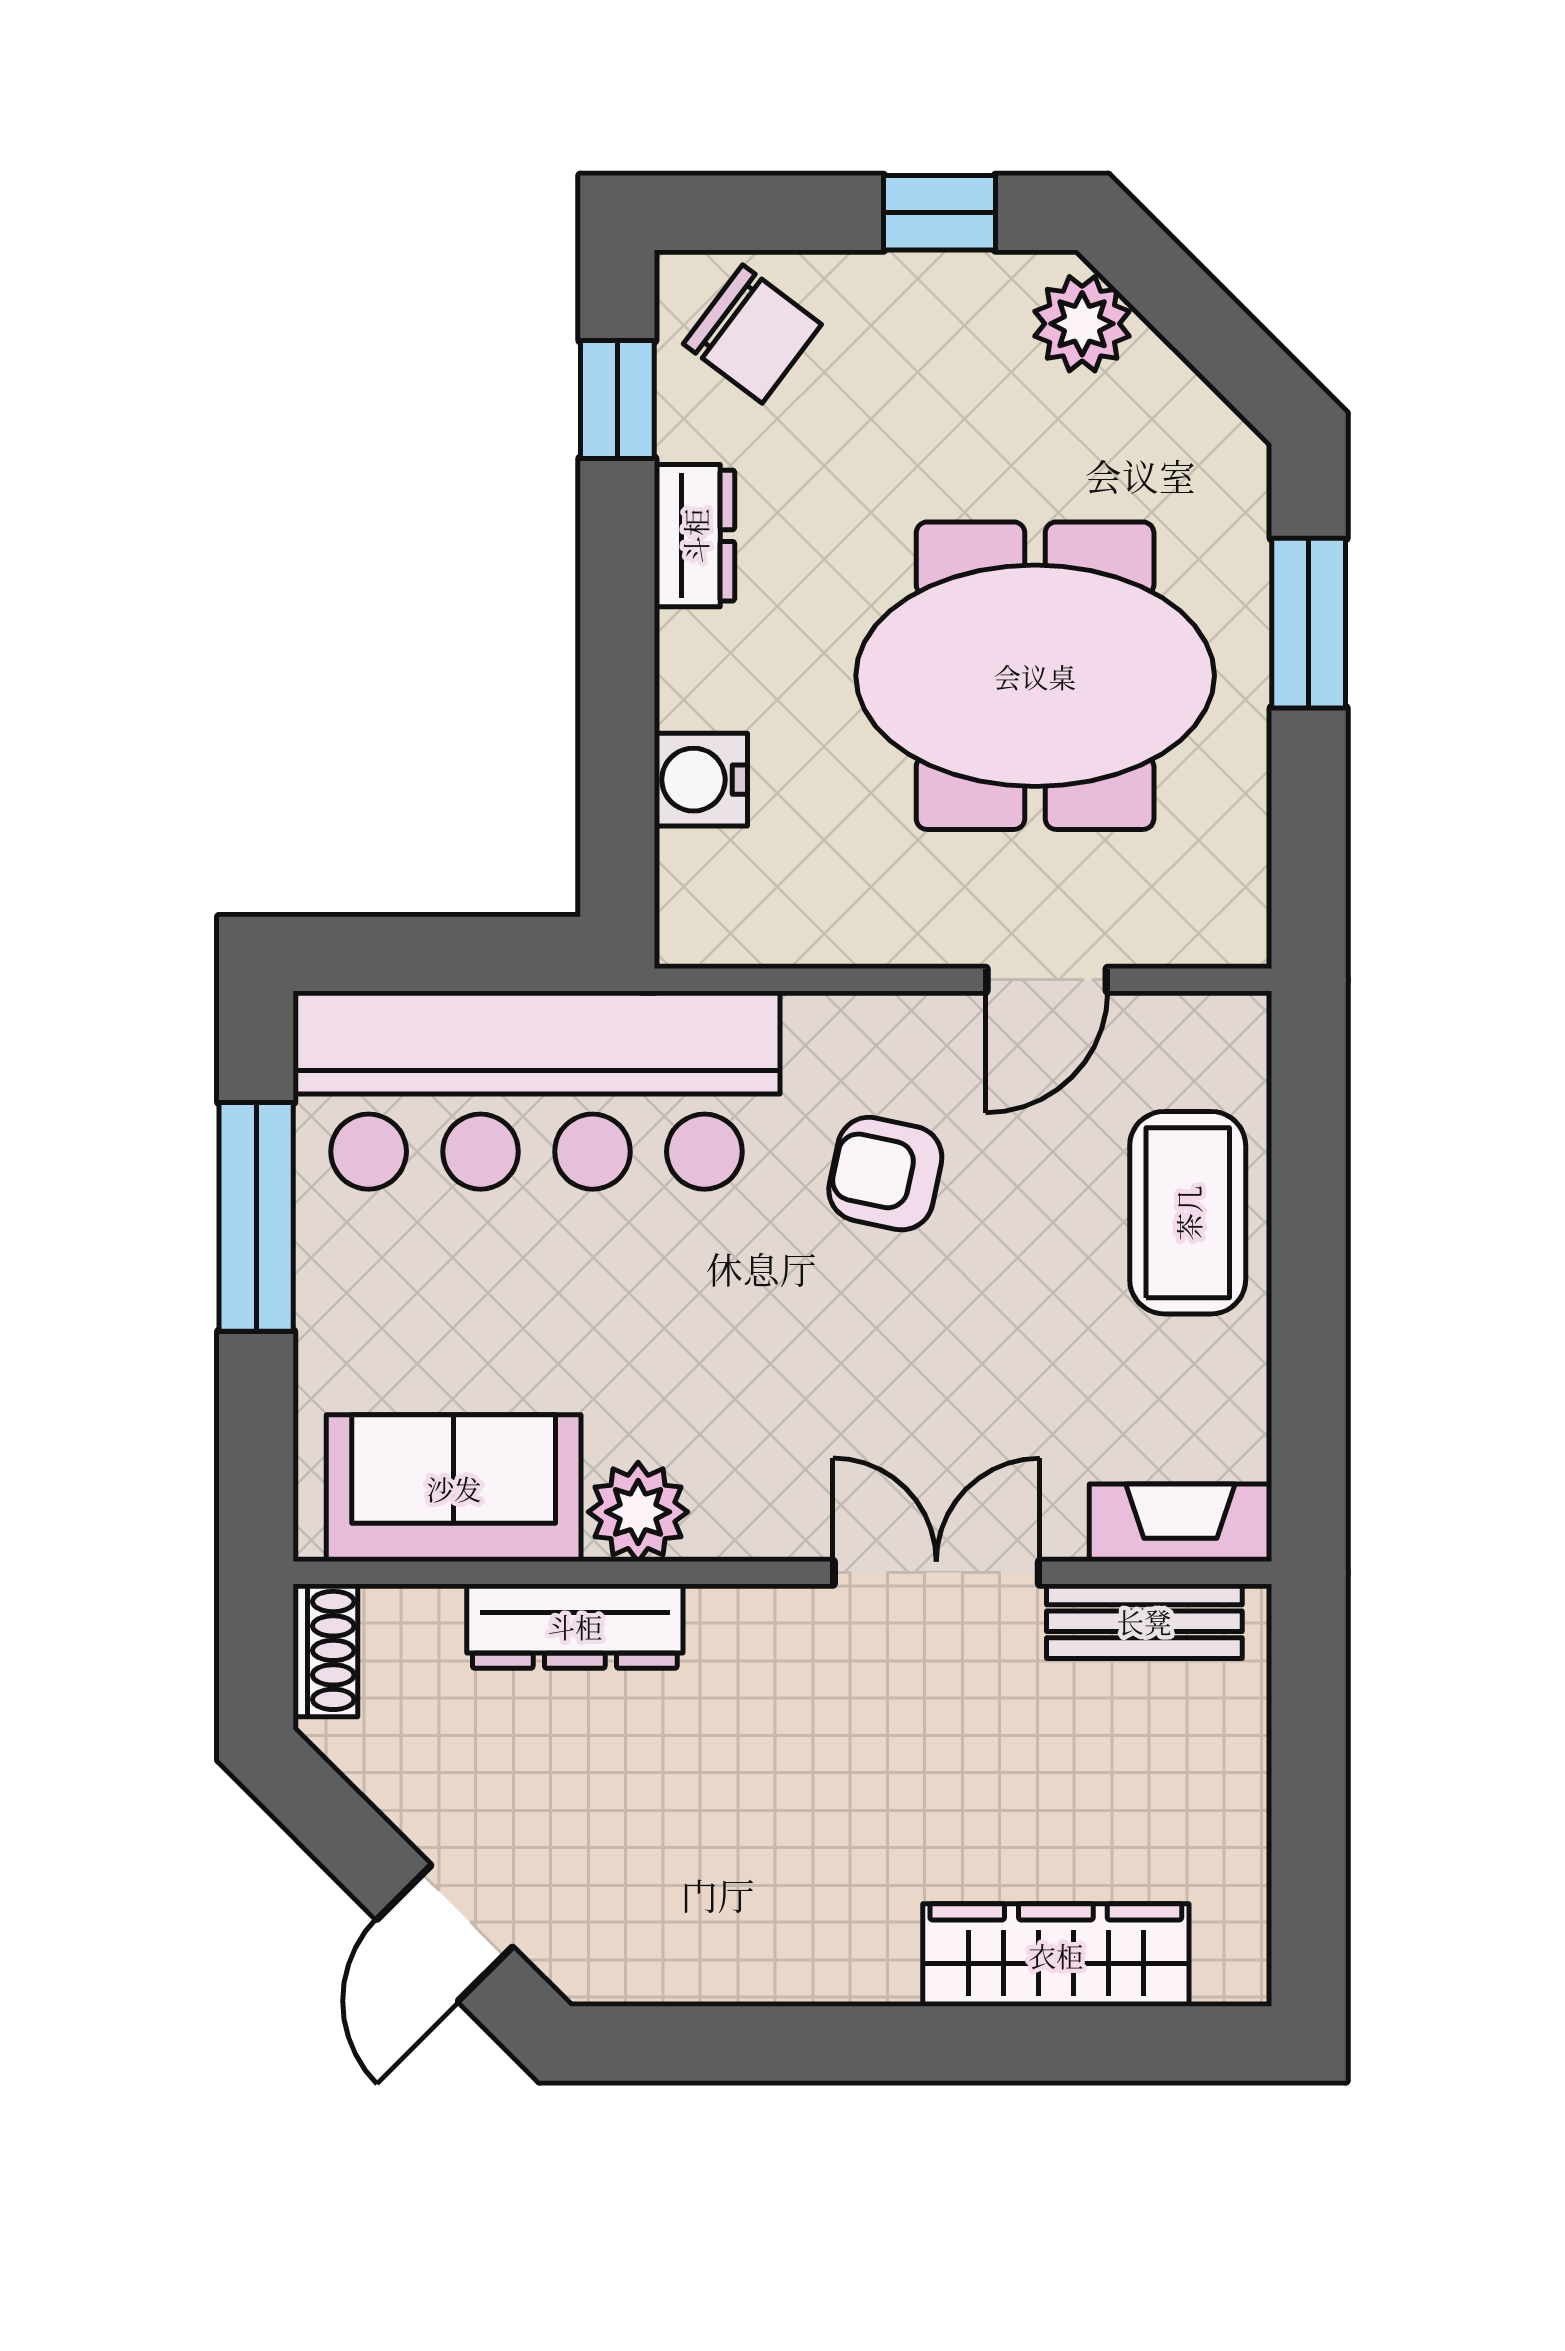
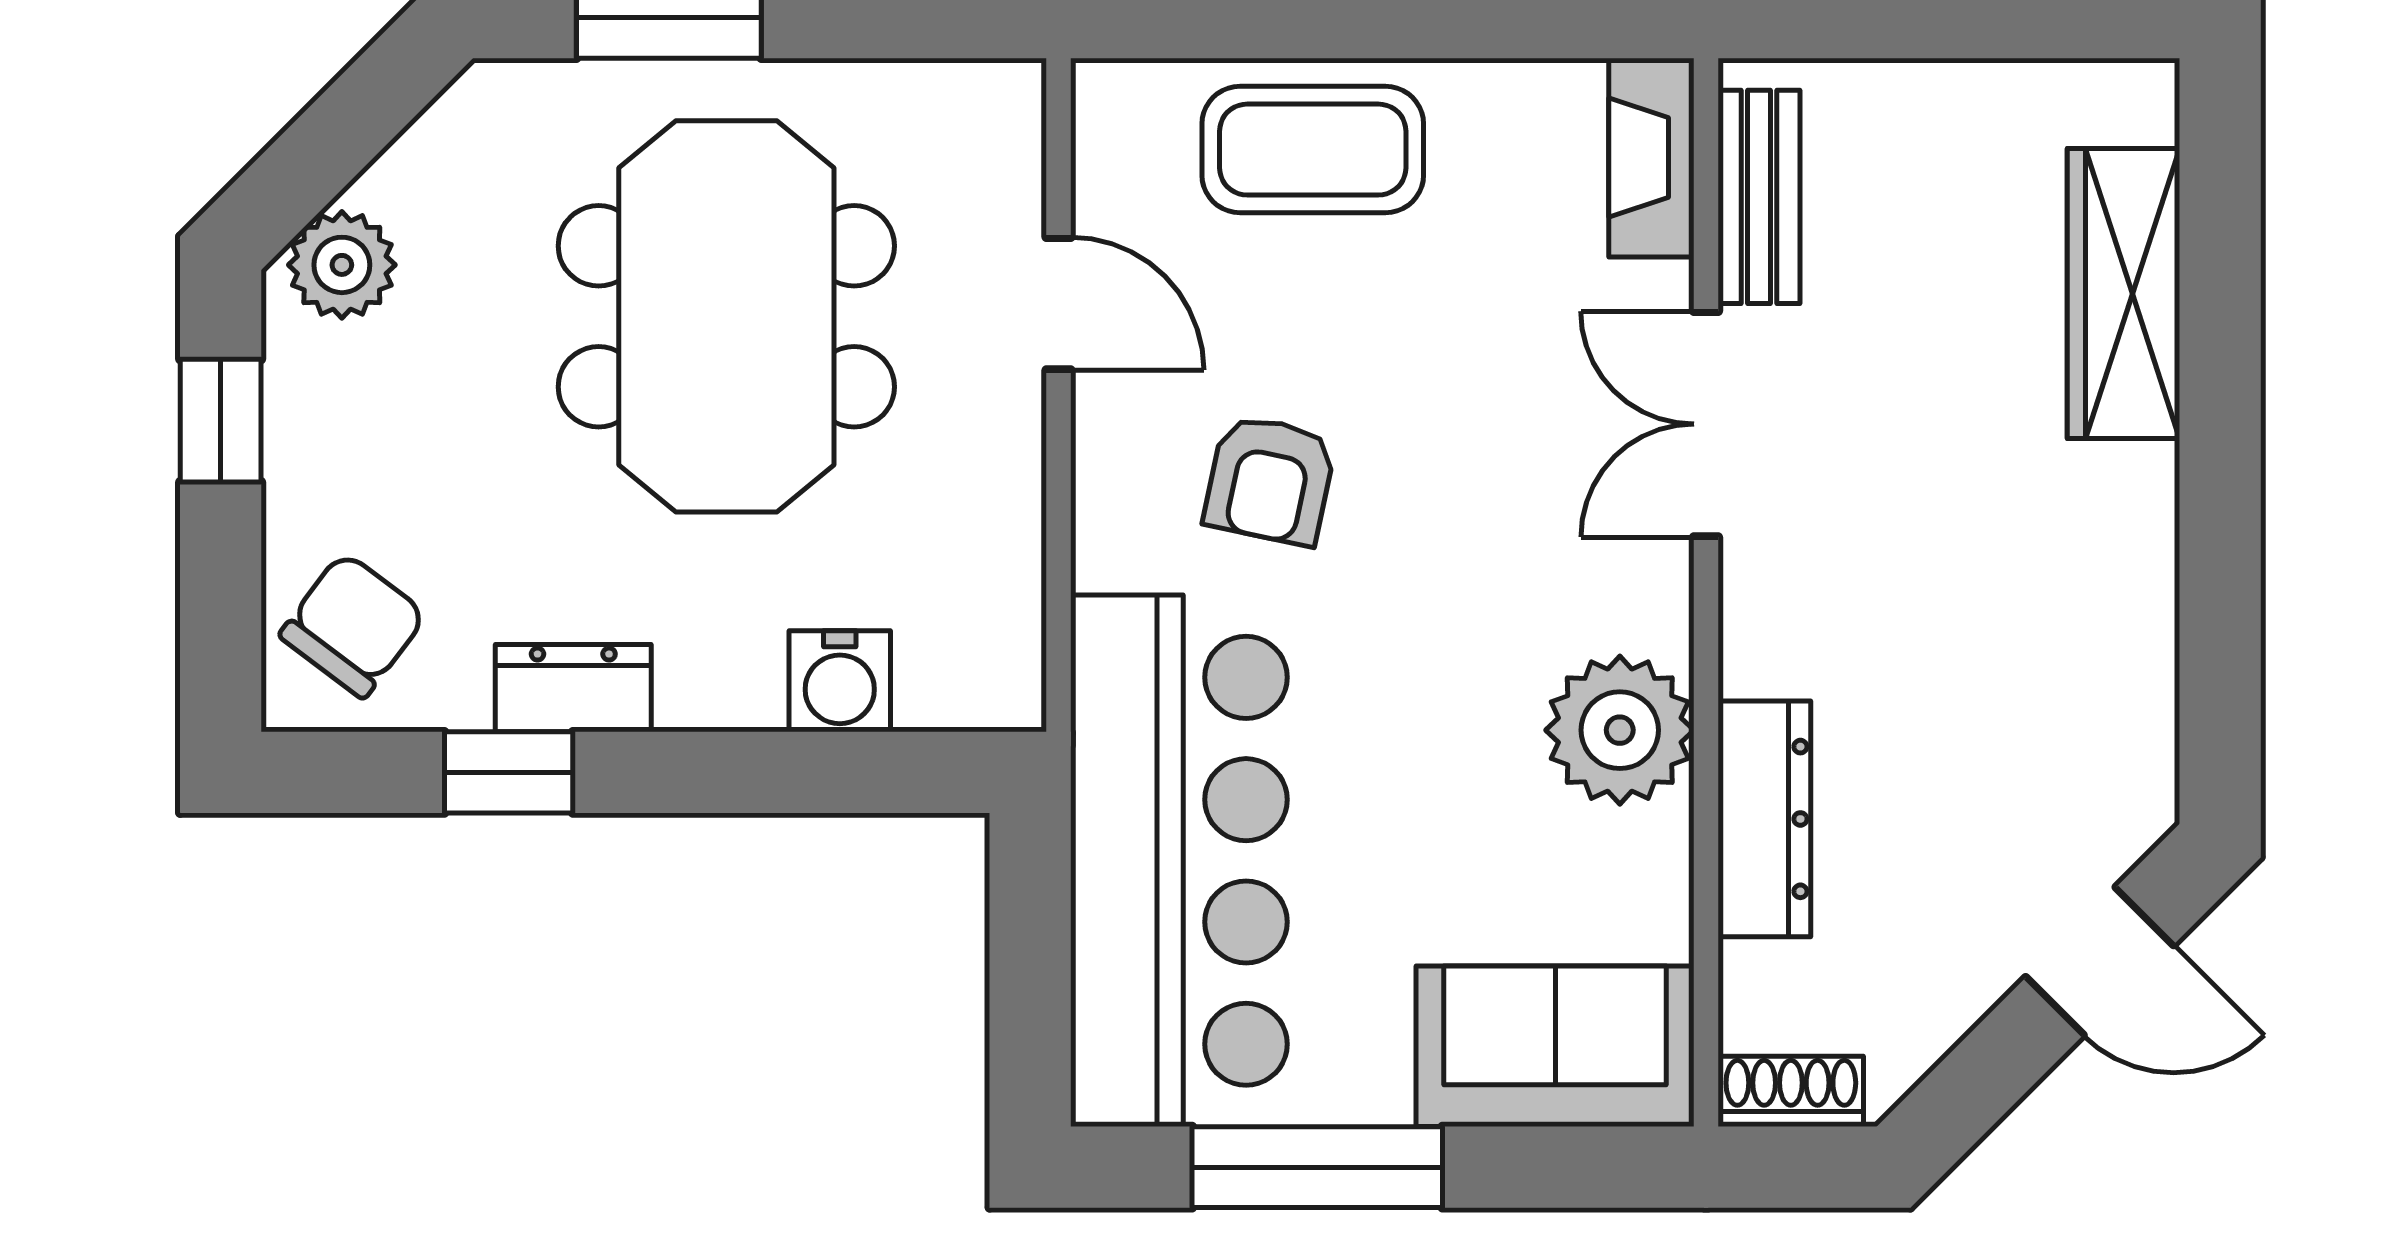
window: (617, 399) -> (509, 772), moved
sofa: (454, 1488) -> (1555, 1046), moved, turned 90
plant: (638, 1512) -> (1620, 730), width x1.36, depth x1.36

